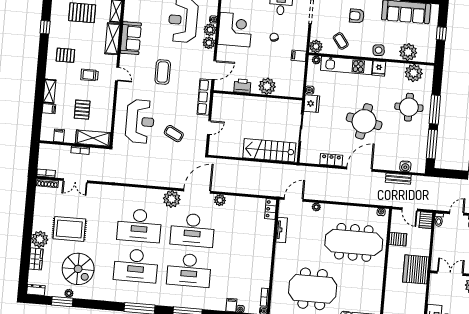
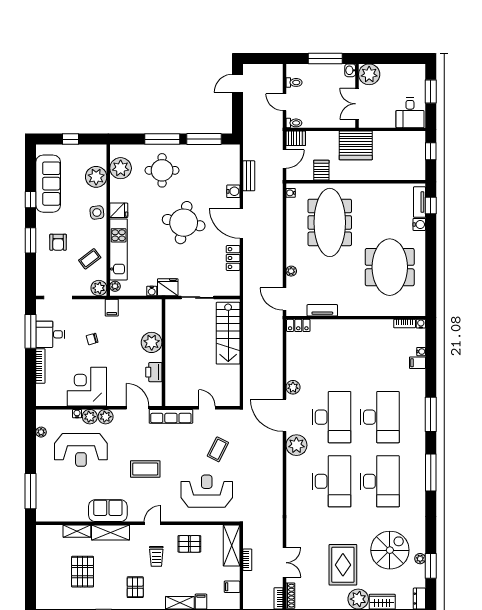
pallet: (82, 110) -> (189, 544), moved
water cooler: (405, 166) -> (233, 191), moved

